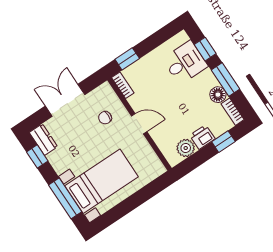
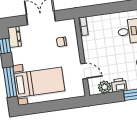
window: (127, 59) -> (94, 10), removed
door: (139, 124) -> (84, 71), moved

